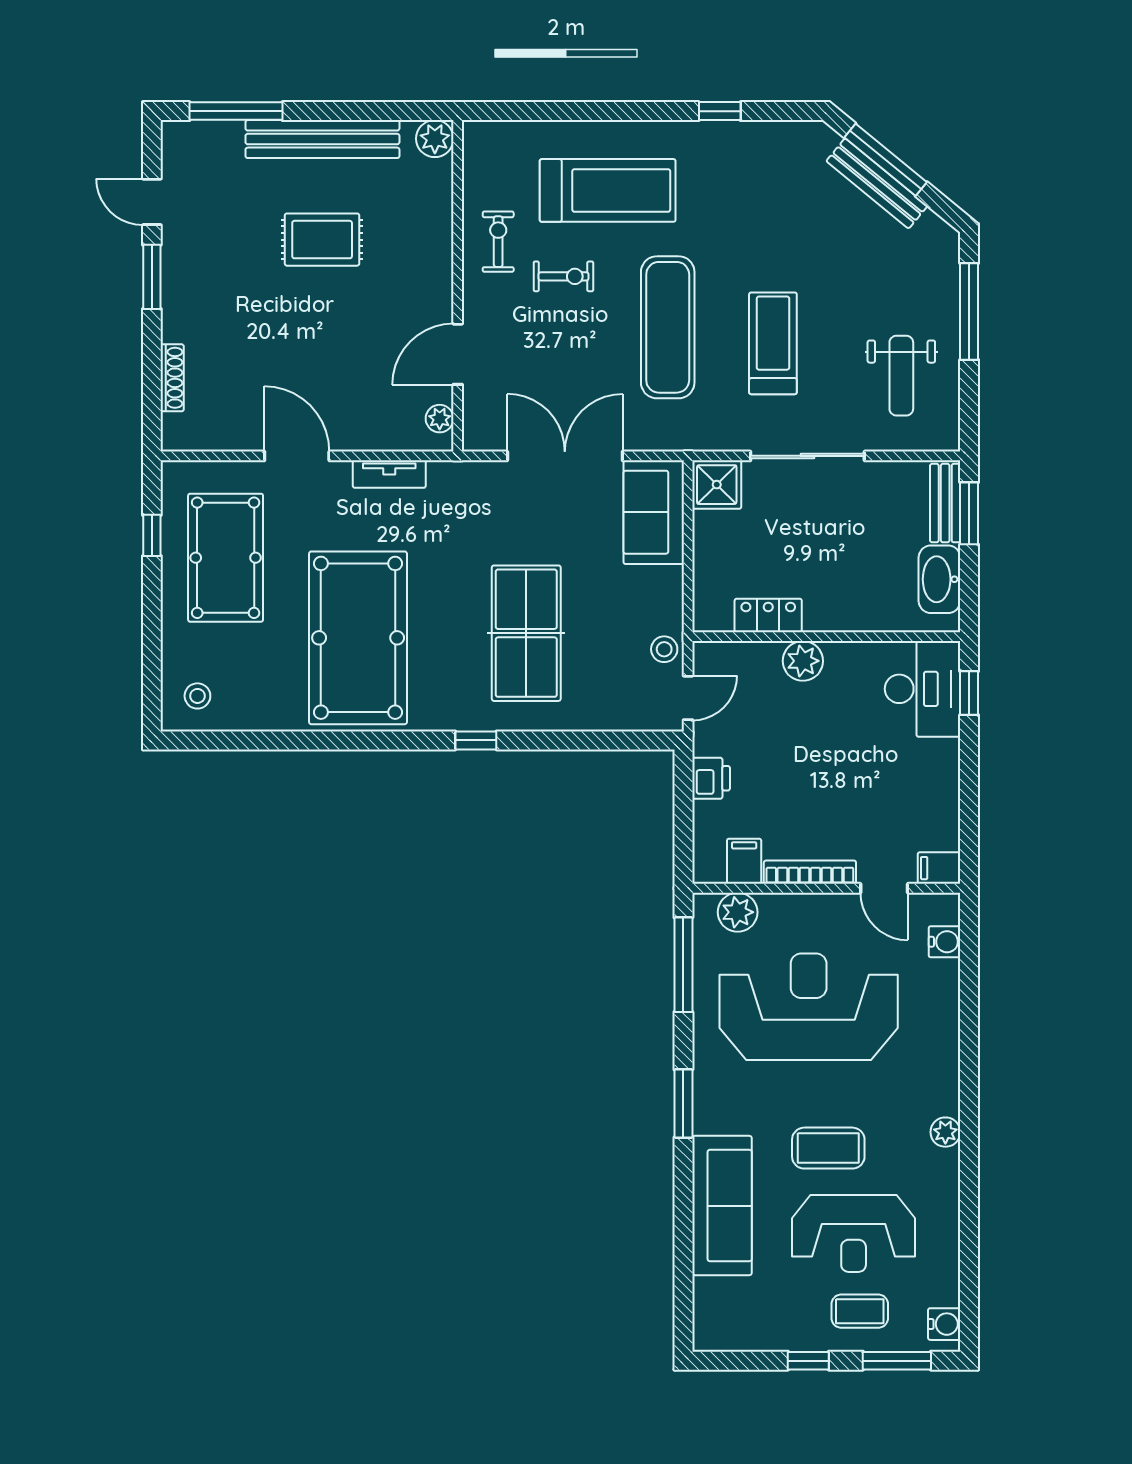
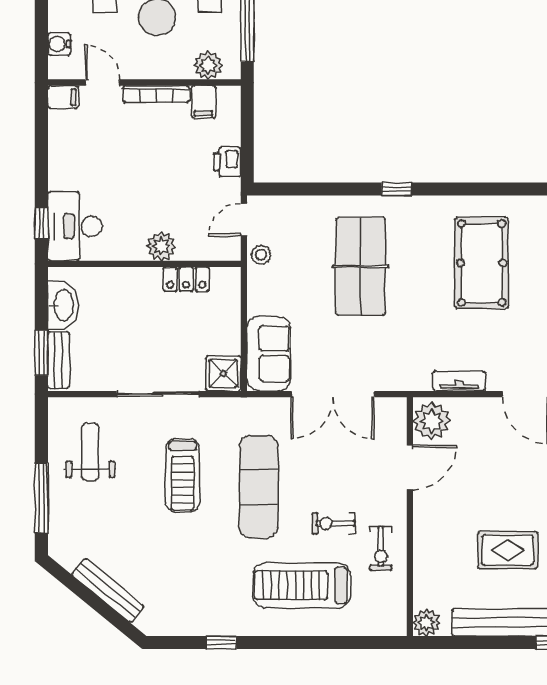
window: (886, 160) -> (102, 607), removed
plant: (440, 419) -> (432, 421), width x1.87, depth x1.87
pool table: (358, 638) -> (482, 263), width x0.73, depth x0.76

